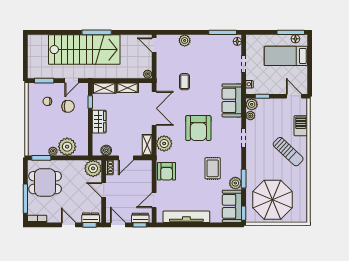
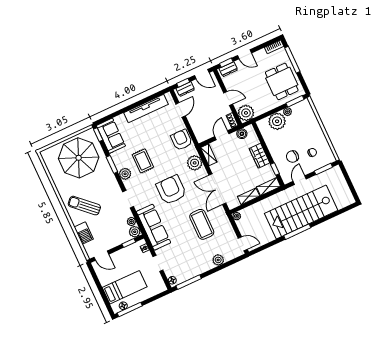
coffee table: (185, 82) -> (202, 224), width x1.86, depth x1.72
sofa: (232, 100) -> (153, 227), width x1.36
dining table: (45, 183) -> (282, 81), turned 90
plant: (235, 183) -> (125, 174), moved

